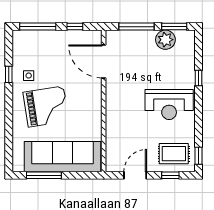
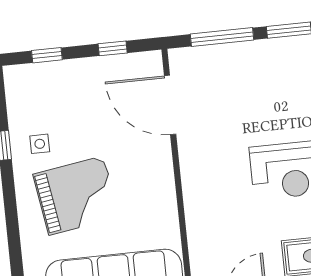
window: (38, 27) -> (47, 55), width x0.46
plant: (165, 40) -> (276, 55), removed

